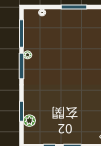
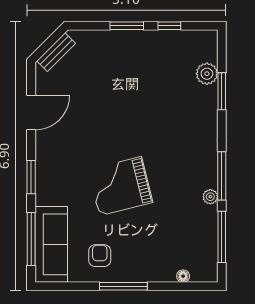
armchair: (87, 23) -> (100, 256), added
grand piano: (76, 61) -> (120, 186), added

